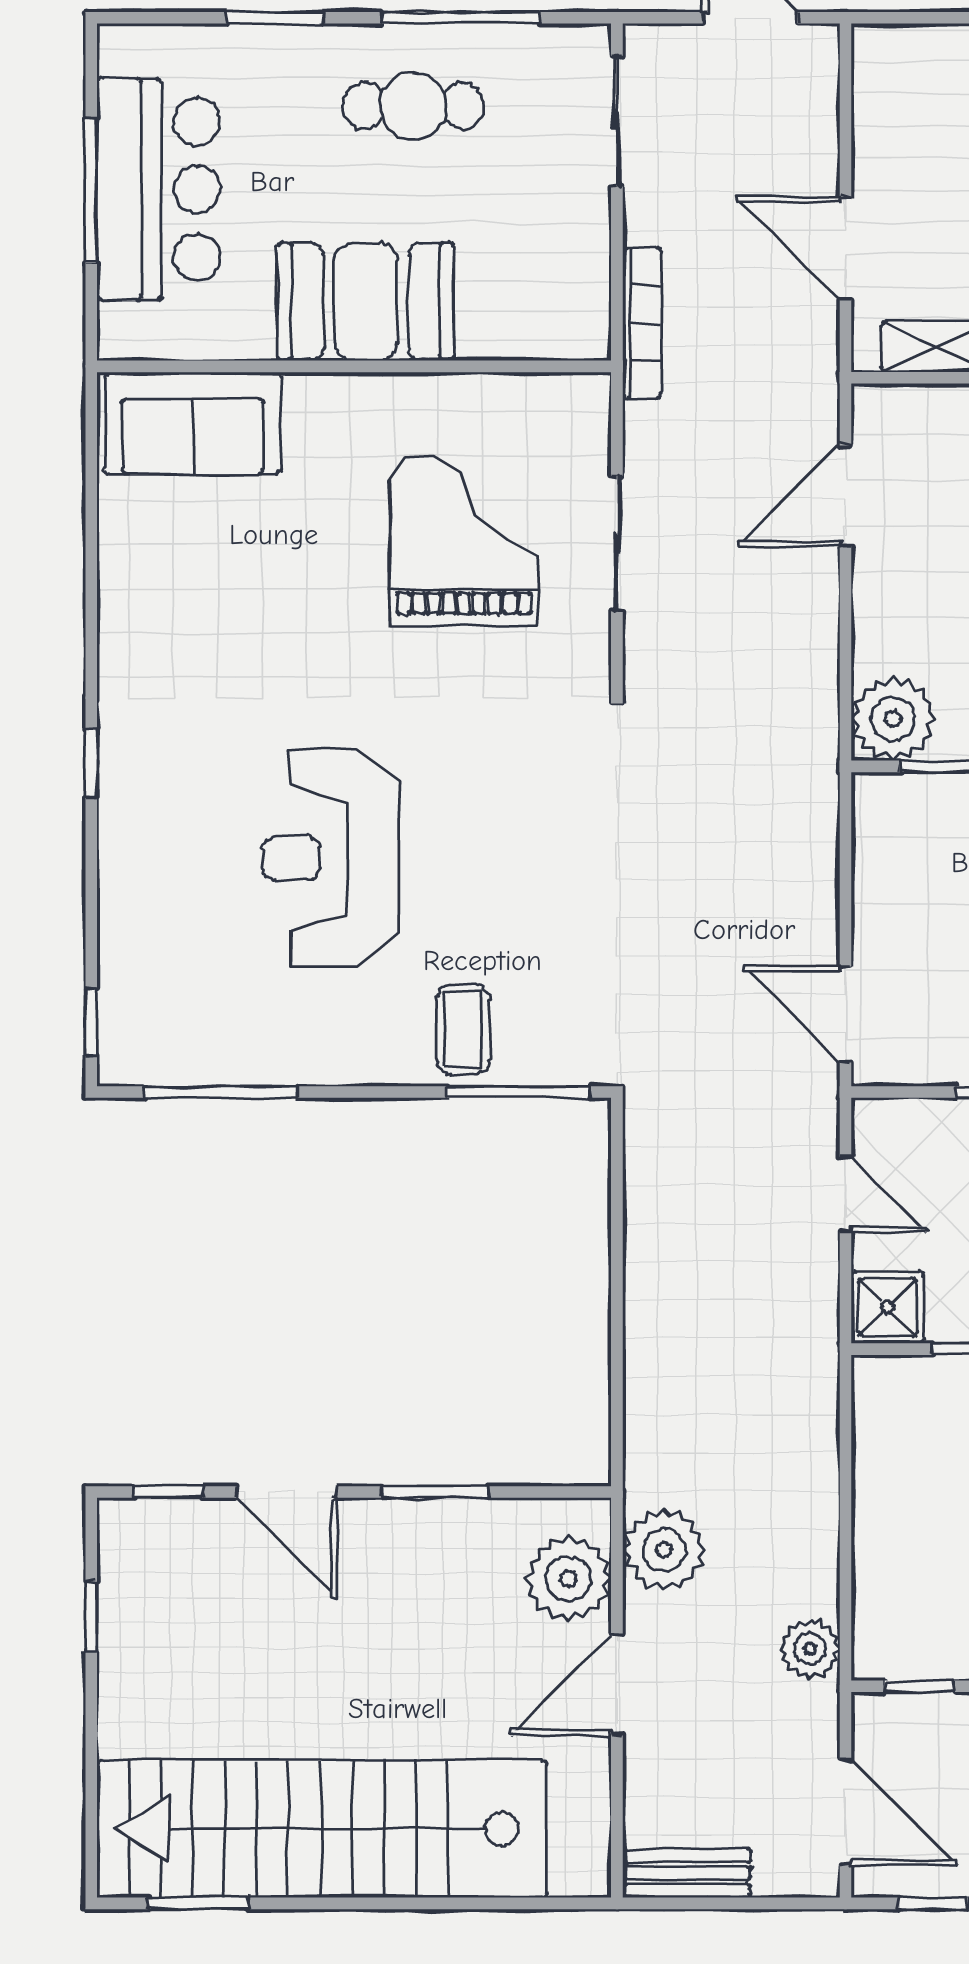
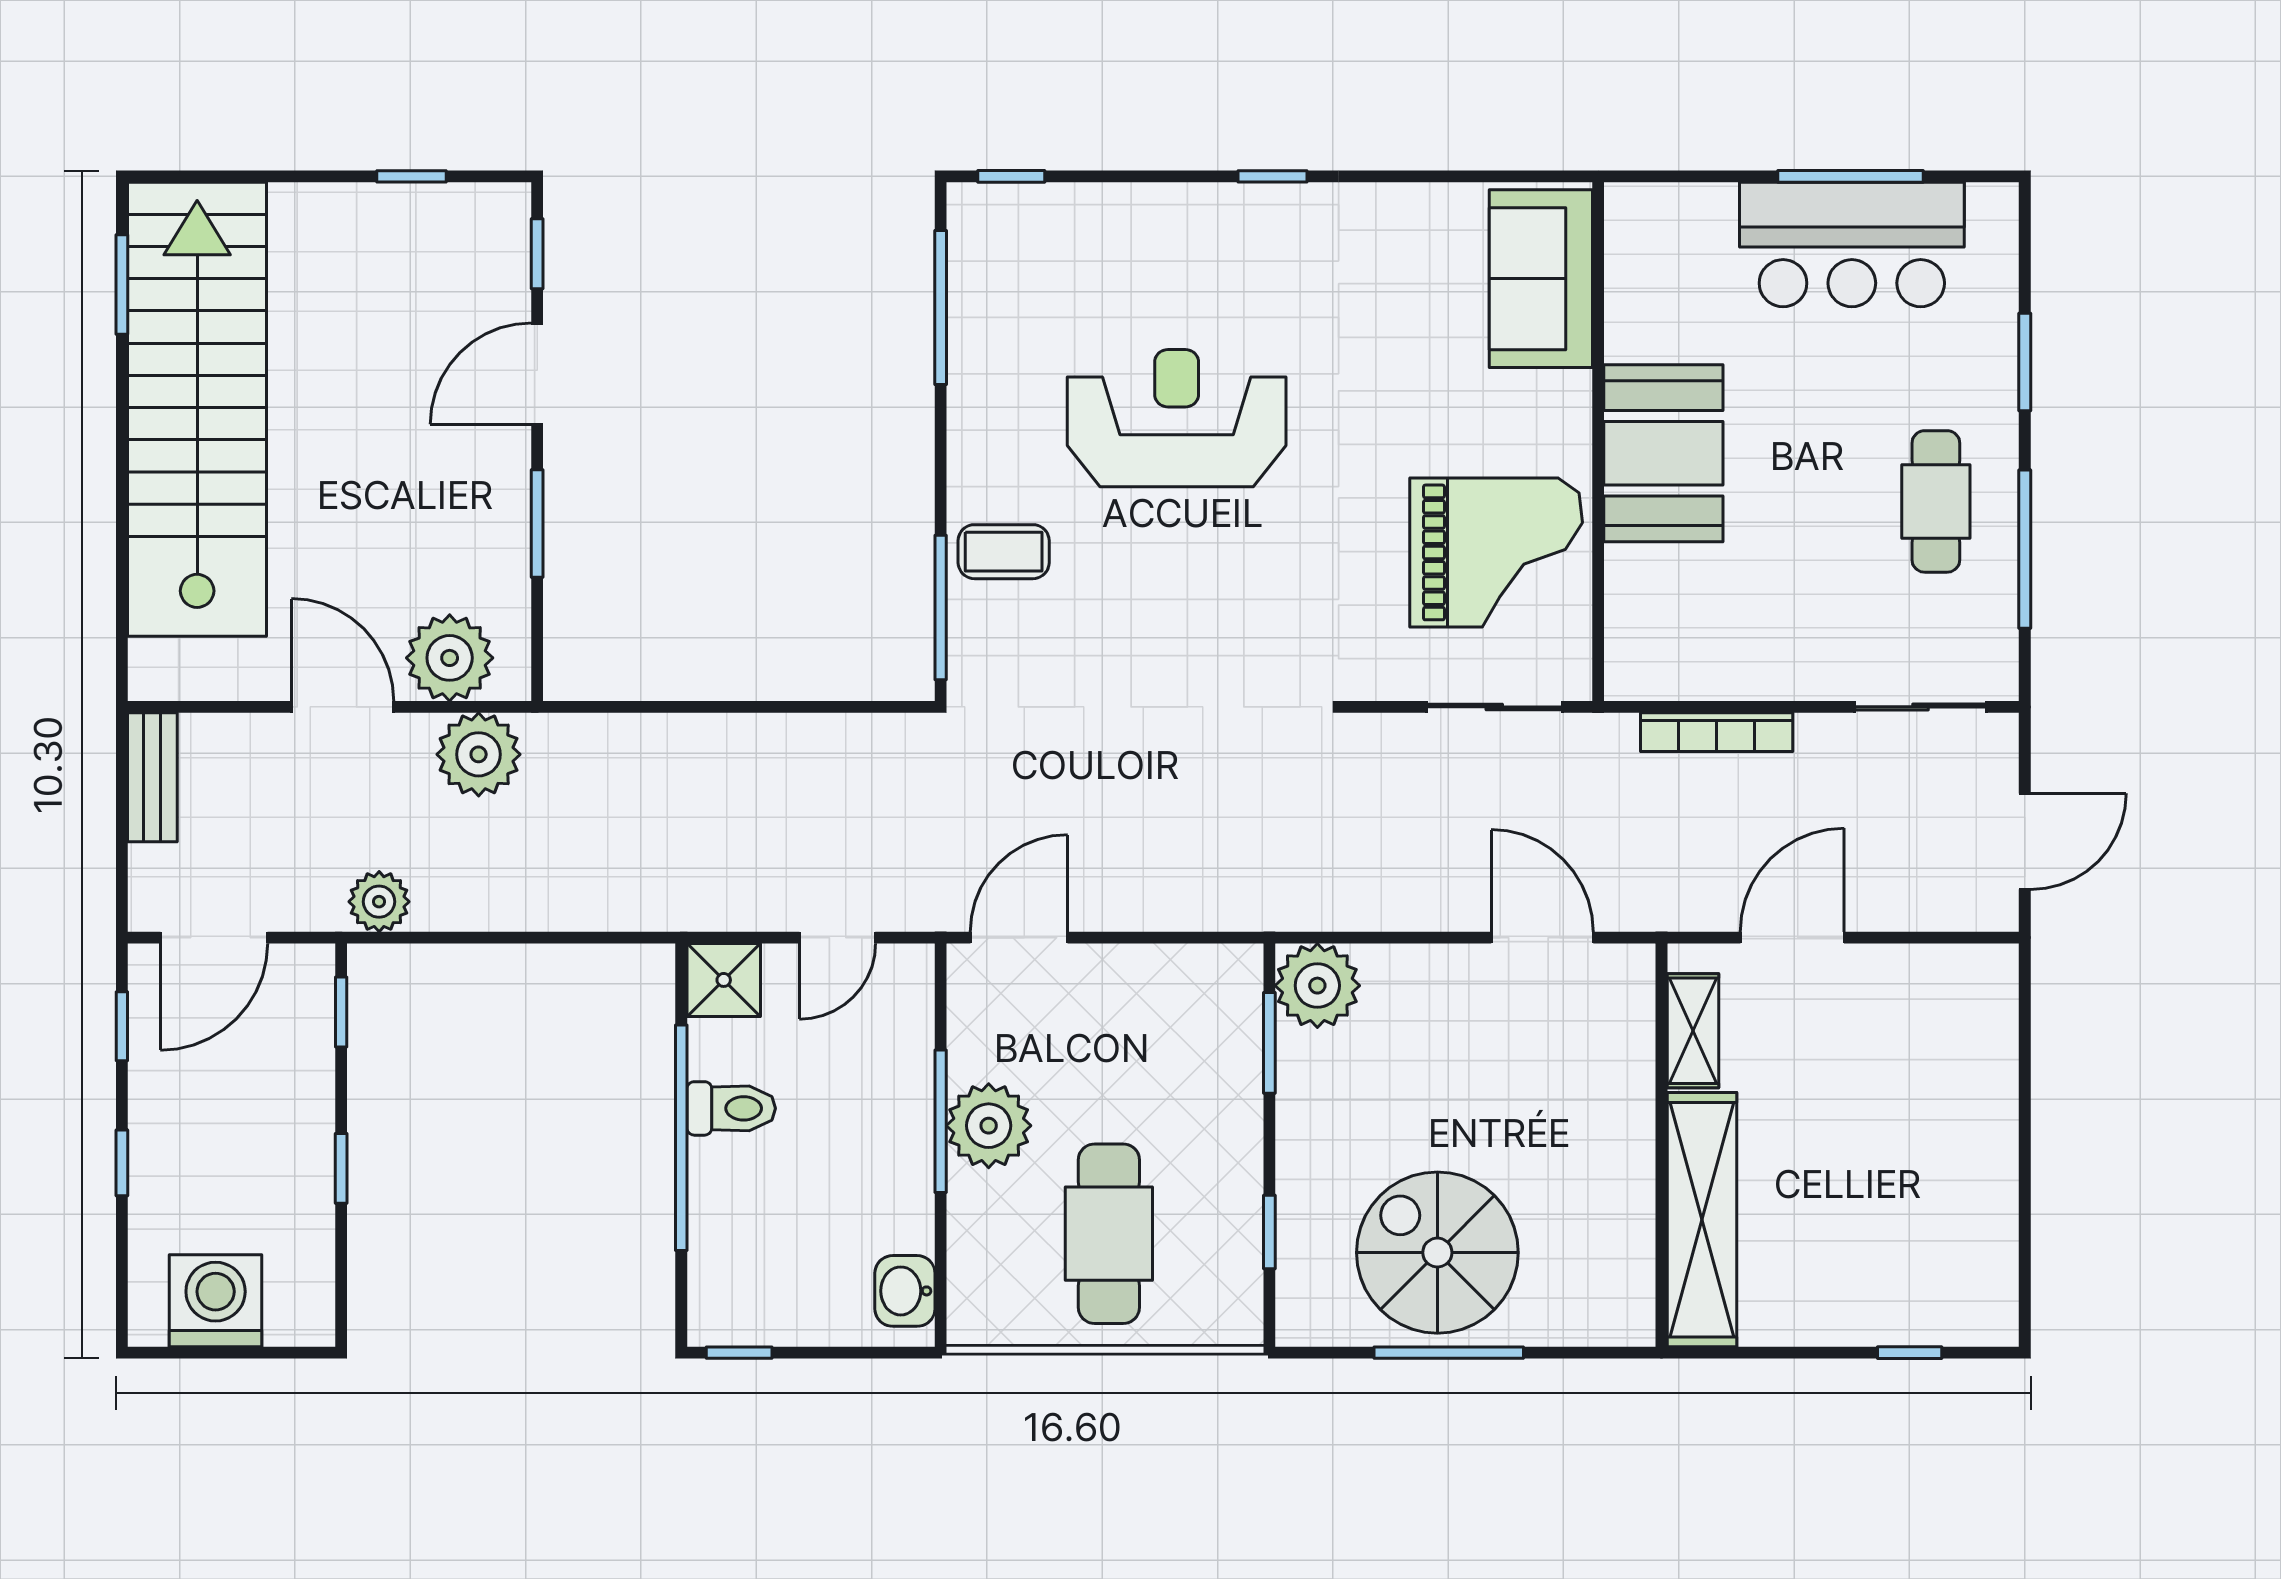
booth: (366, 302) -> (1663, 453), moved
wall: (354, 366) -> (1598, 442), moved
sofa: (193, 423) -> (1541, 279), moved

